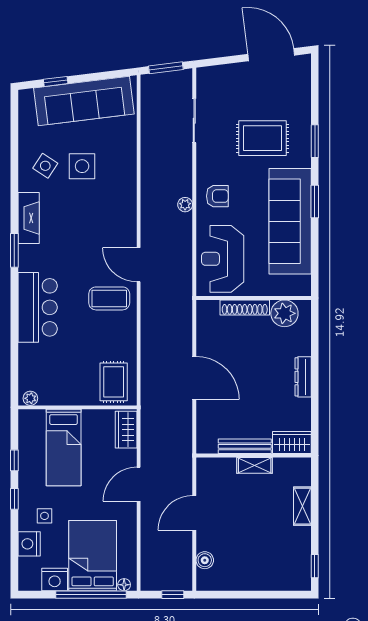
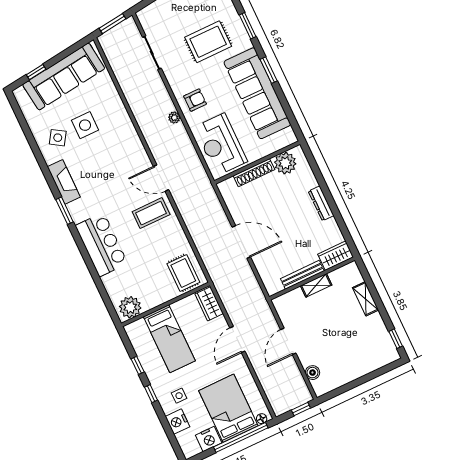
plant: (30, 398) -> (130, 307), width x1.88, depth x1.88

